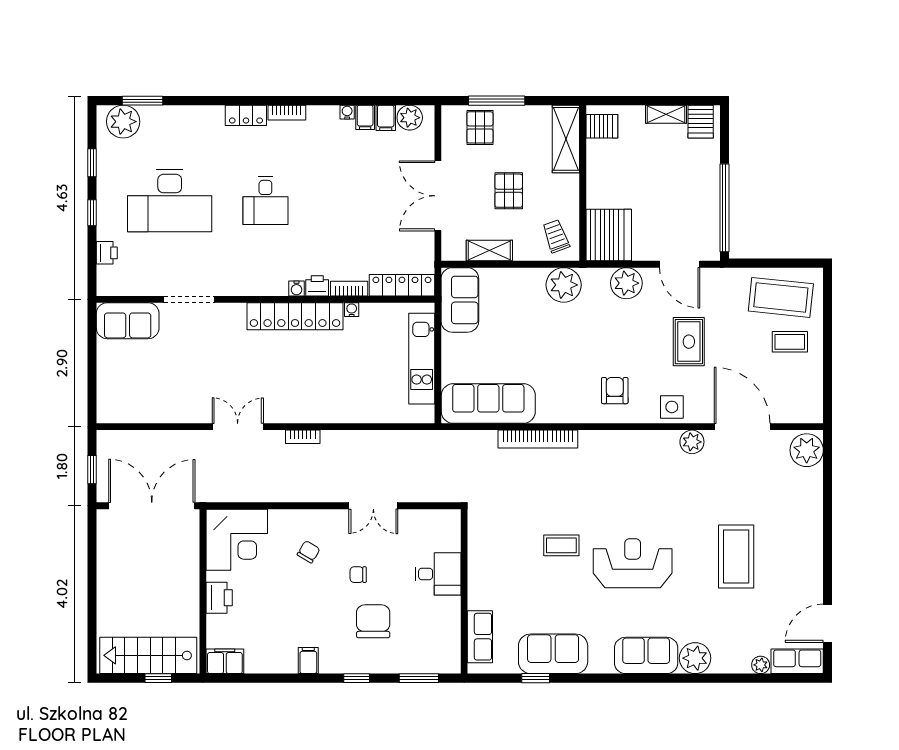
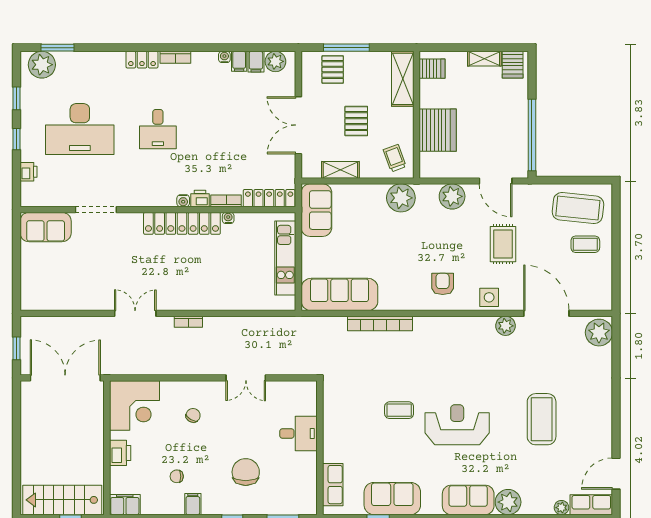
server rack: (609, 235) -> (438, 130), moved
chair: (358, 575) -> (177, 476), moved

